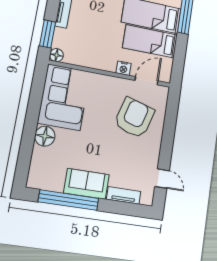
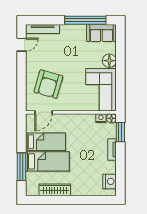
nightstand: (124, 68) -> (101, 118), moved
door: (162, 179) -> (21, 45), swing flipped
sofa: (86, 184) -> (101, 33), moved
tv unit: (124, 195) -> (43, 29), width x1.41

